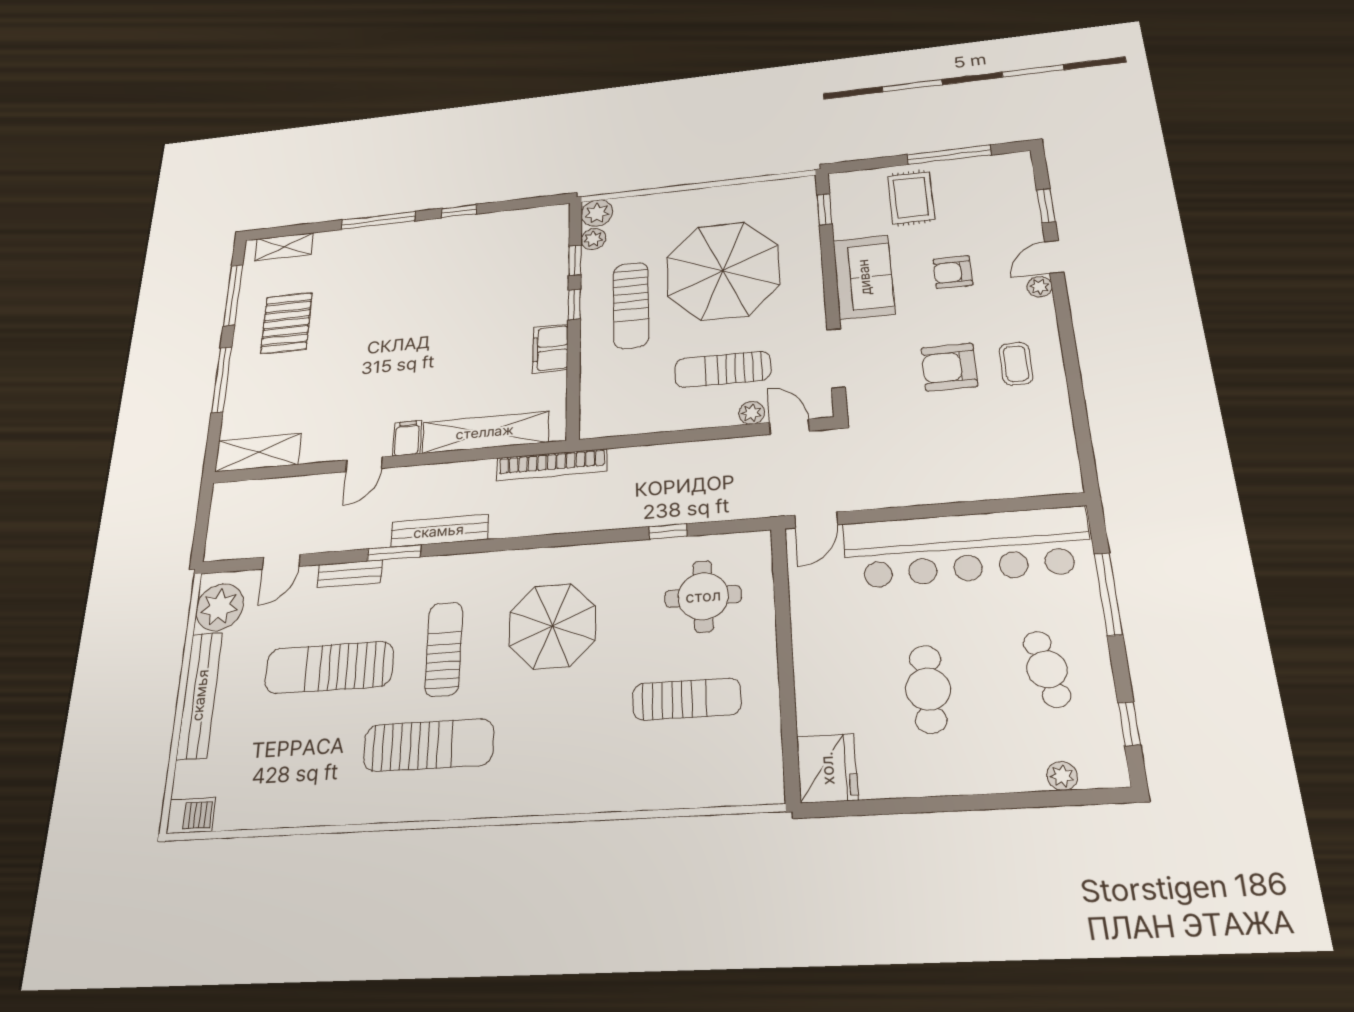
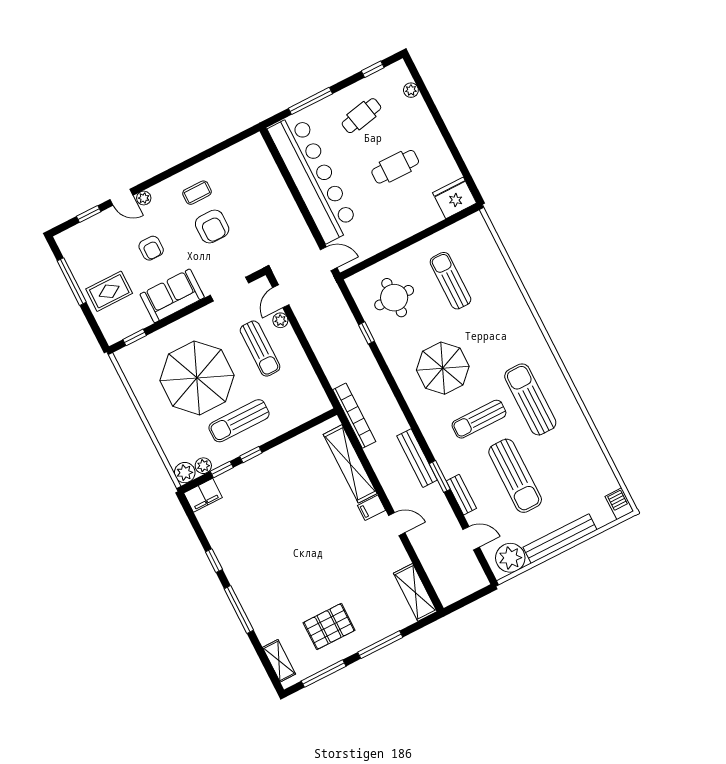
sun lounger: (631, 305) -> (239, 421), turned 180
filing cabinet: (550, 349) -> (203, 495), moved

